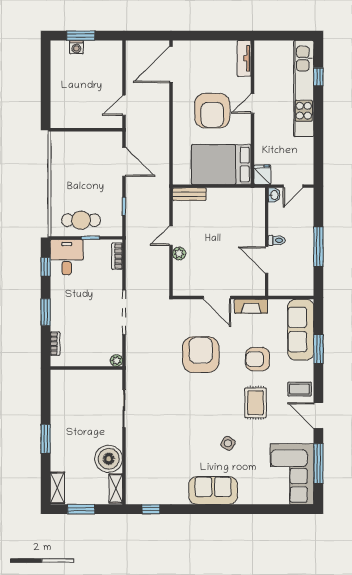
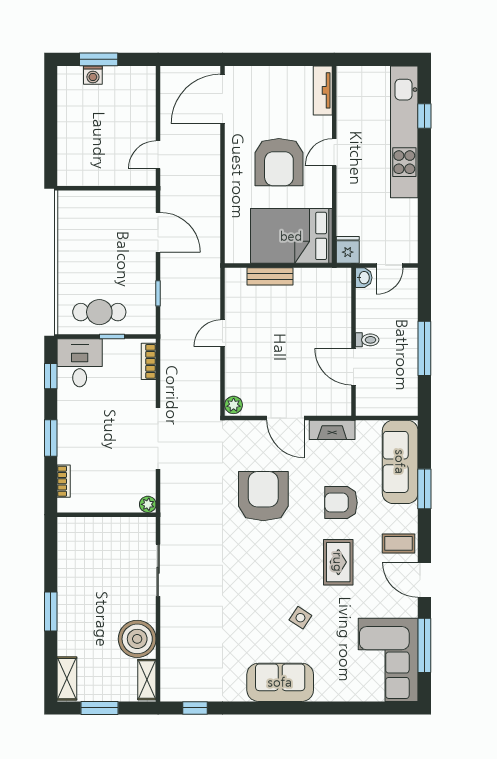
bench: (189, 194) -> (270, 276), moved
plant: (179, 253) -> (234, 405), moved

